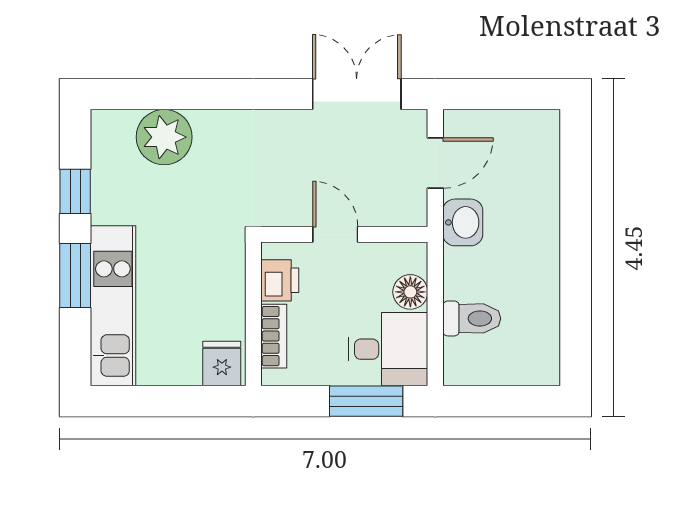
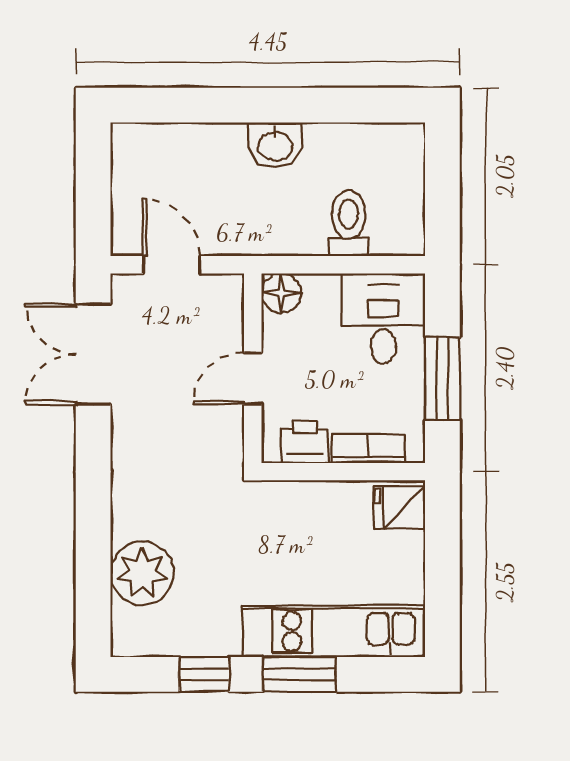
washbasin: (463, 222) -> (275, 145), moved, turned 180
floor lamp: (410, 292) -> (281, 293), moved
window: (366, 401) -> (442, 378), moved

